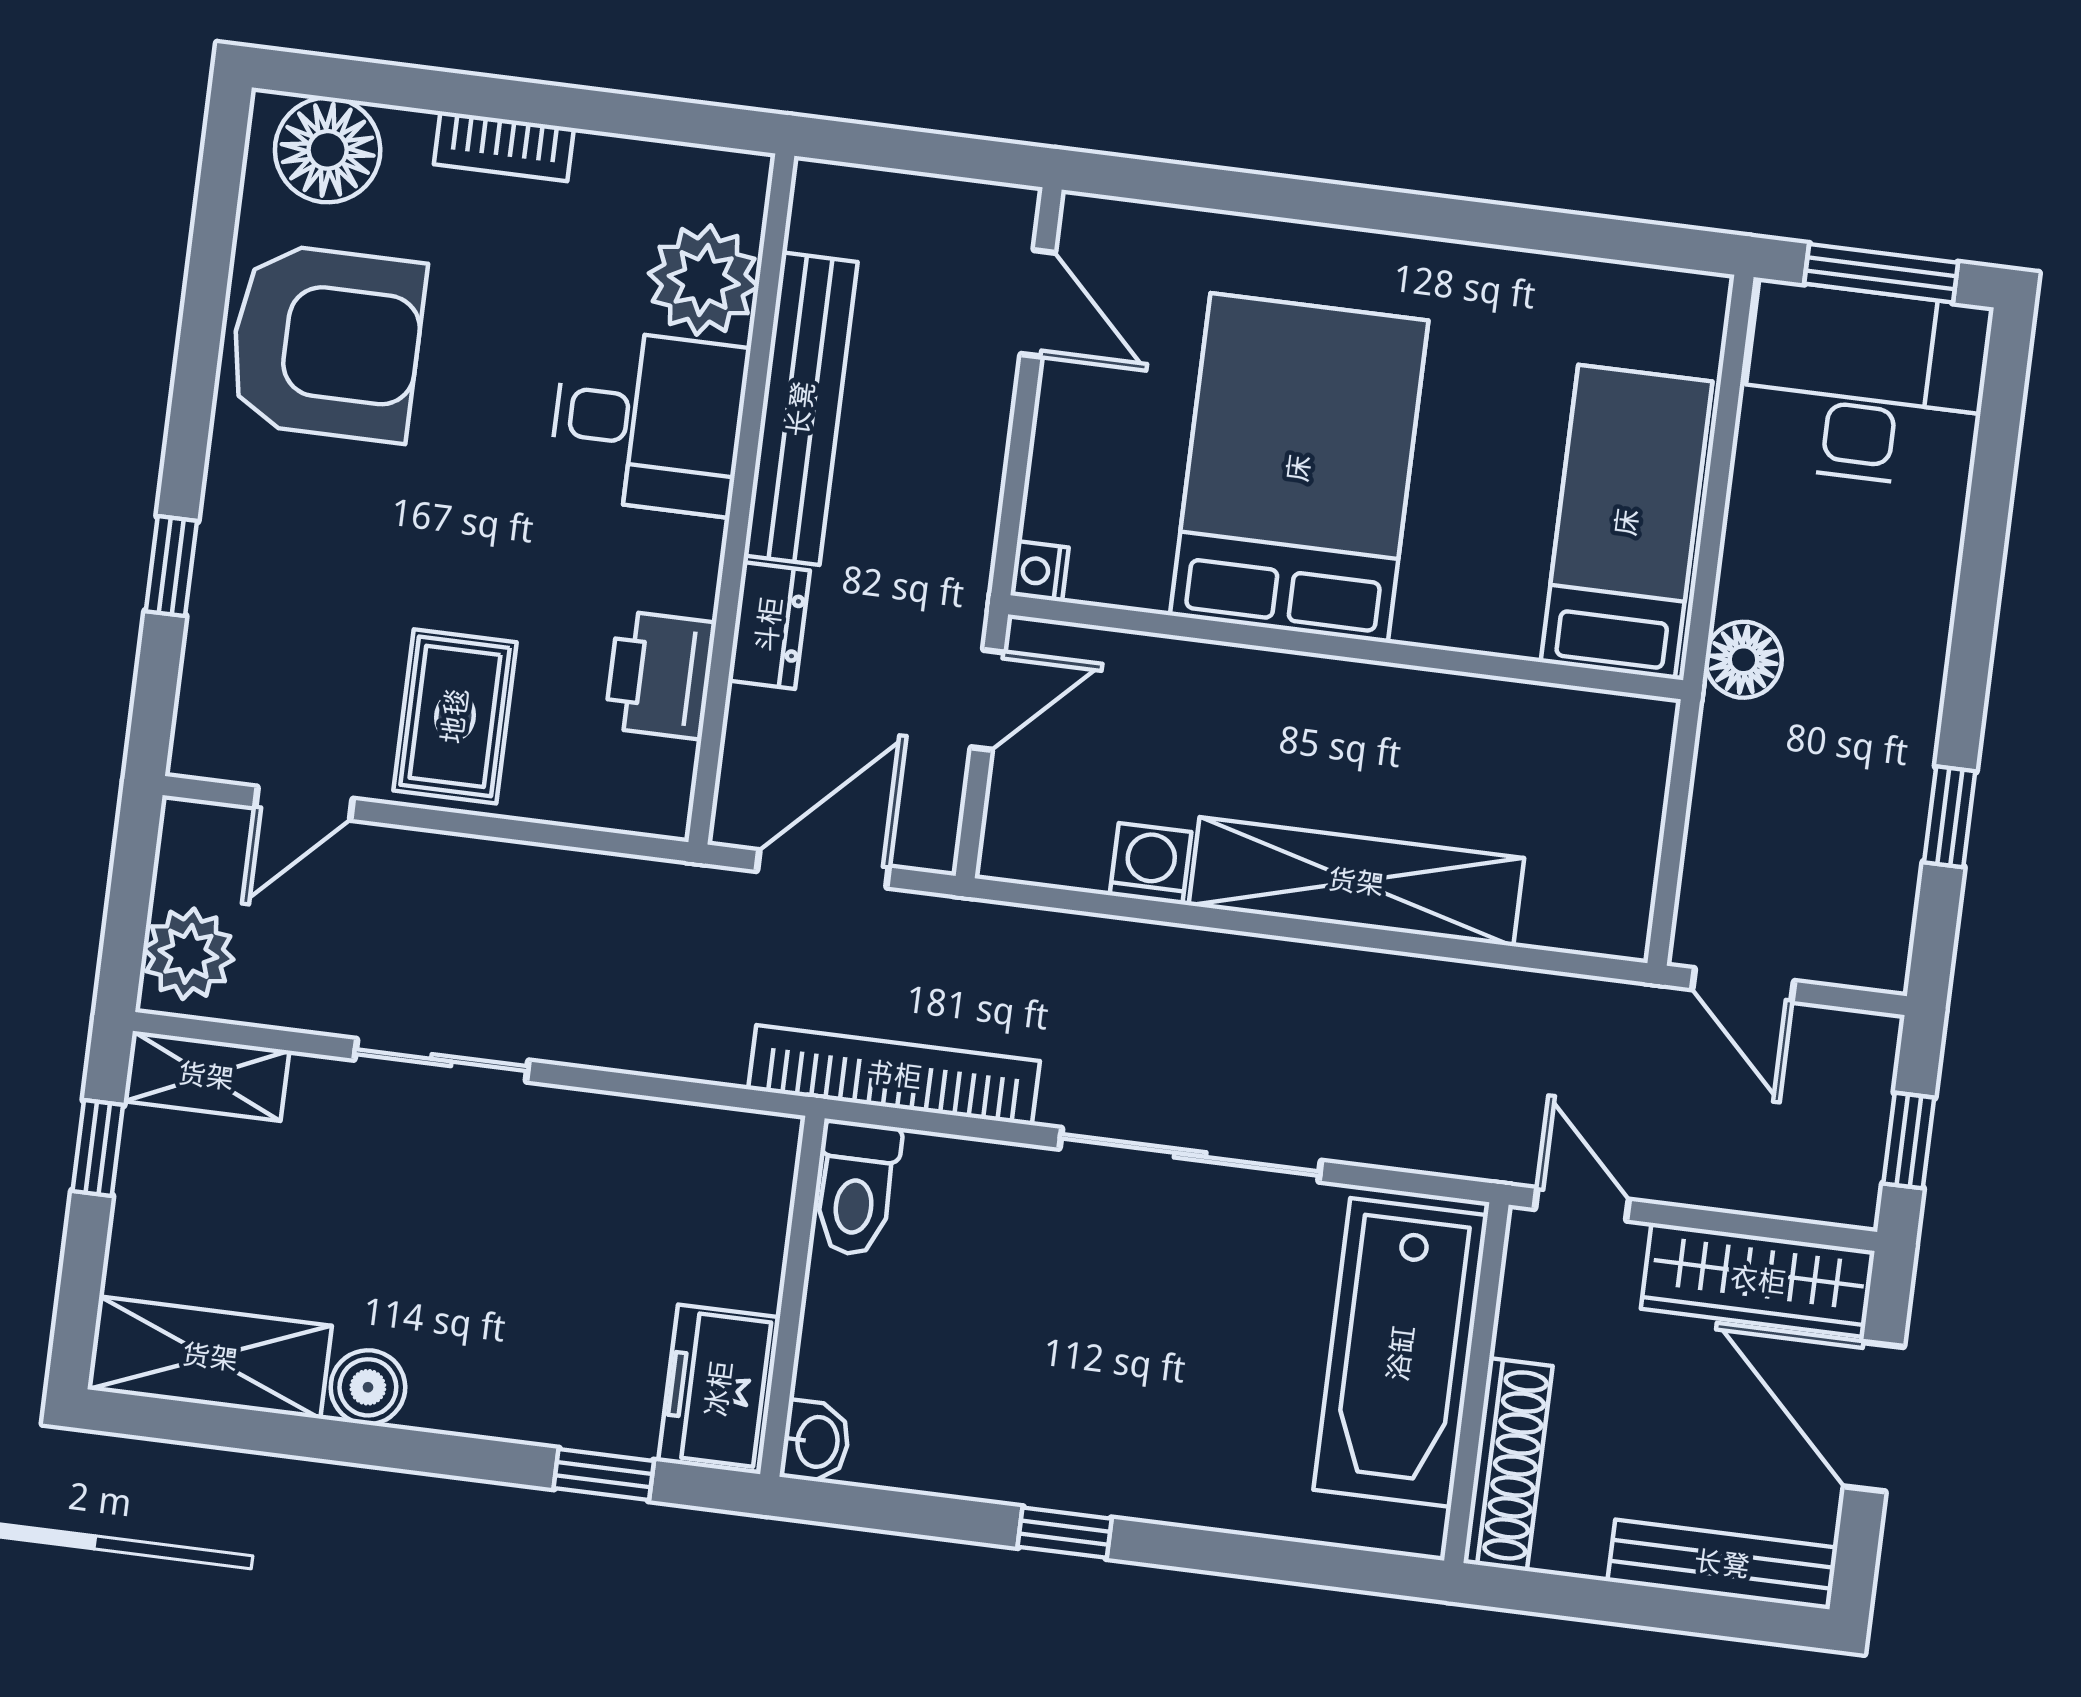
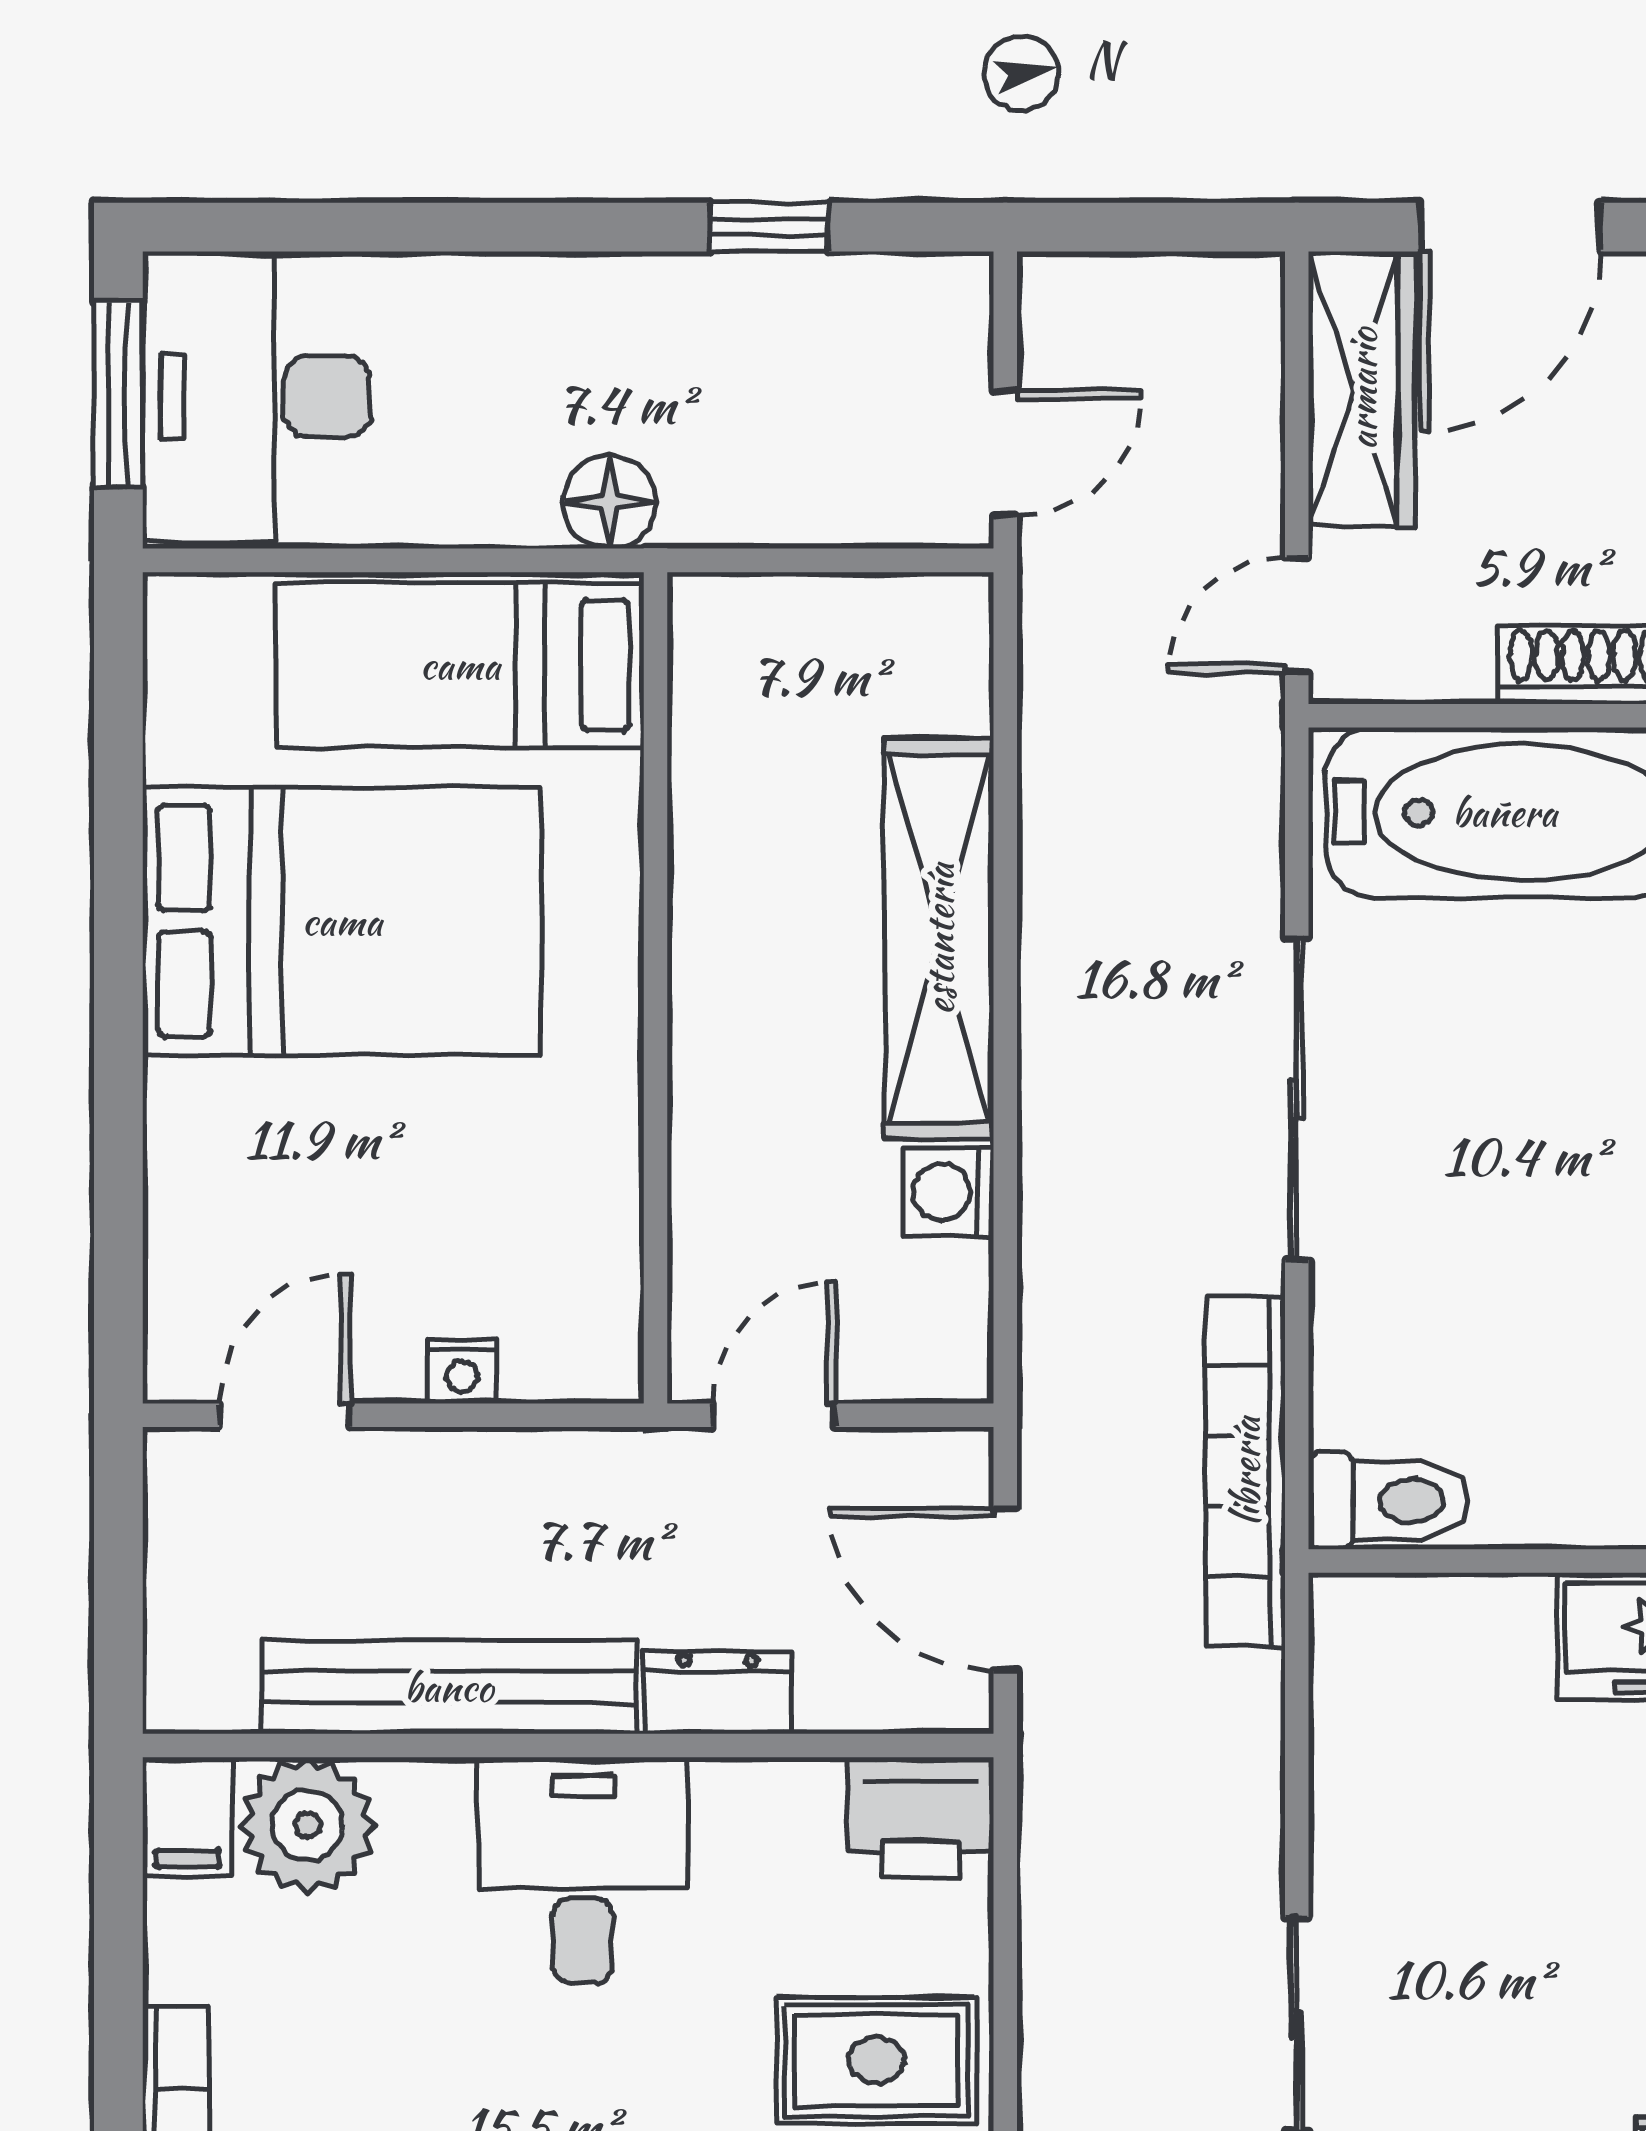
filing cabinet: (723, 184) -> (187, 1817), added
desk: (648, 422) -> (583, 1870), moved
bed: (1299, 468) -> (342, 921), moved, turned 180
nightstand: (1040, 571) -> (462, 1372), moved
printer: (660, 675) -> (921, 1817), moved
door: (988, 700) -> (774, 1415), hinge flipped
window: (1909, 1141) -> (1169, 227), removed

